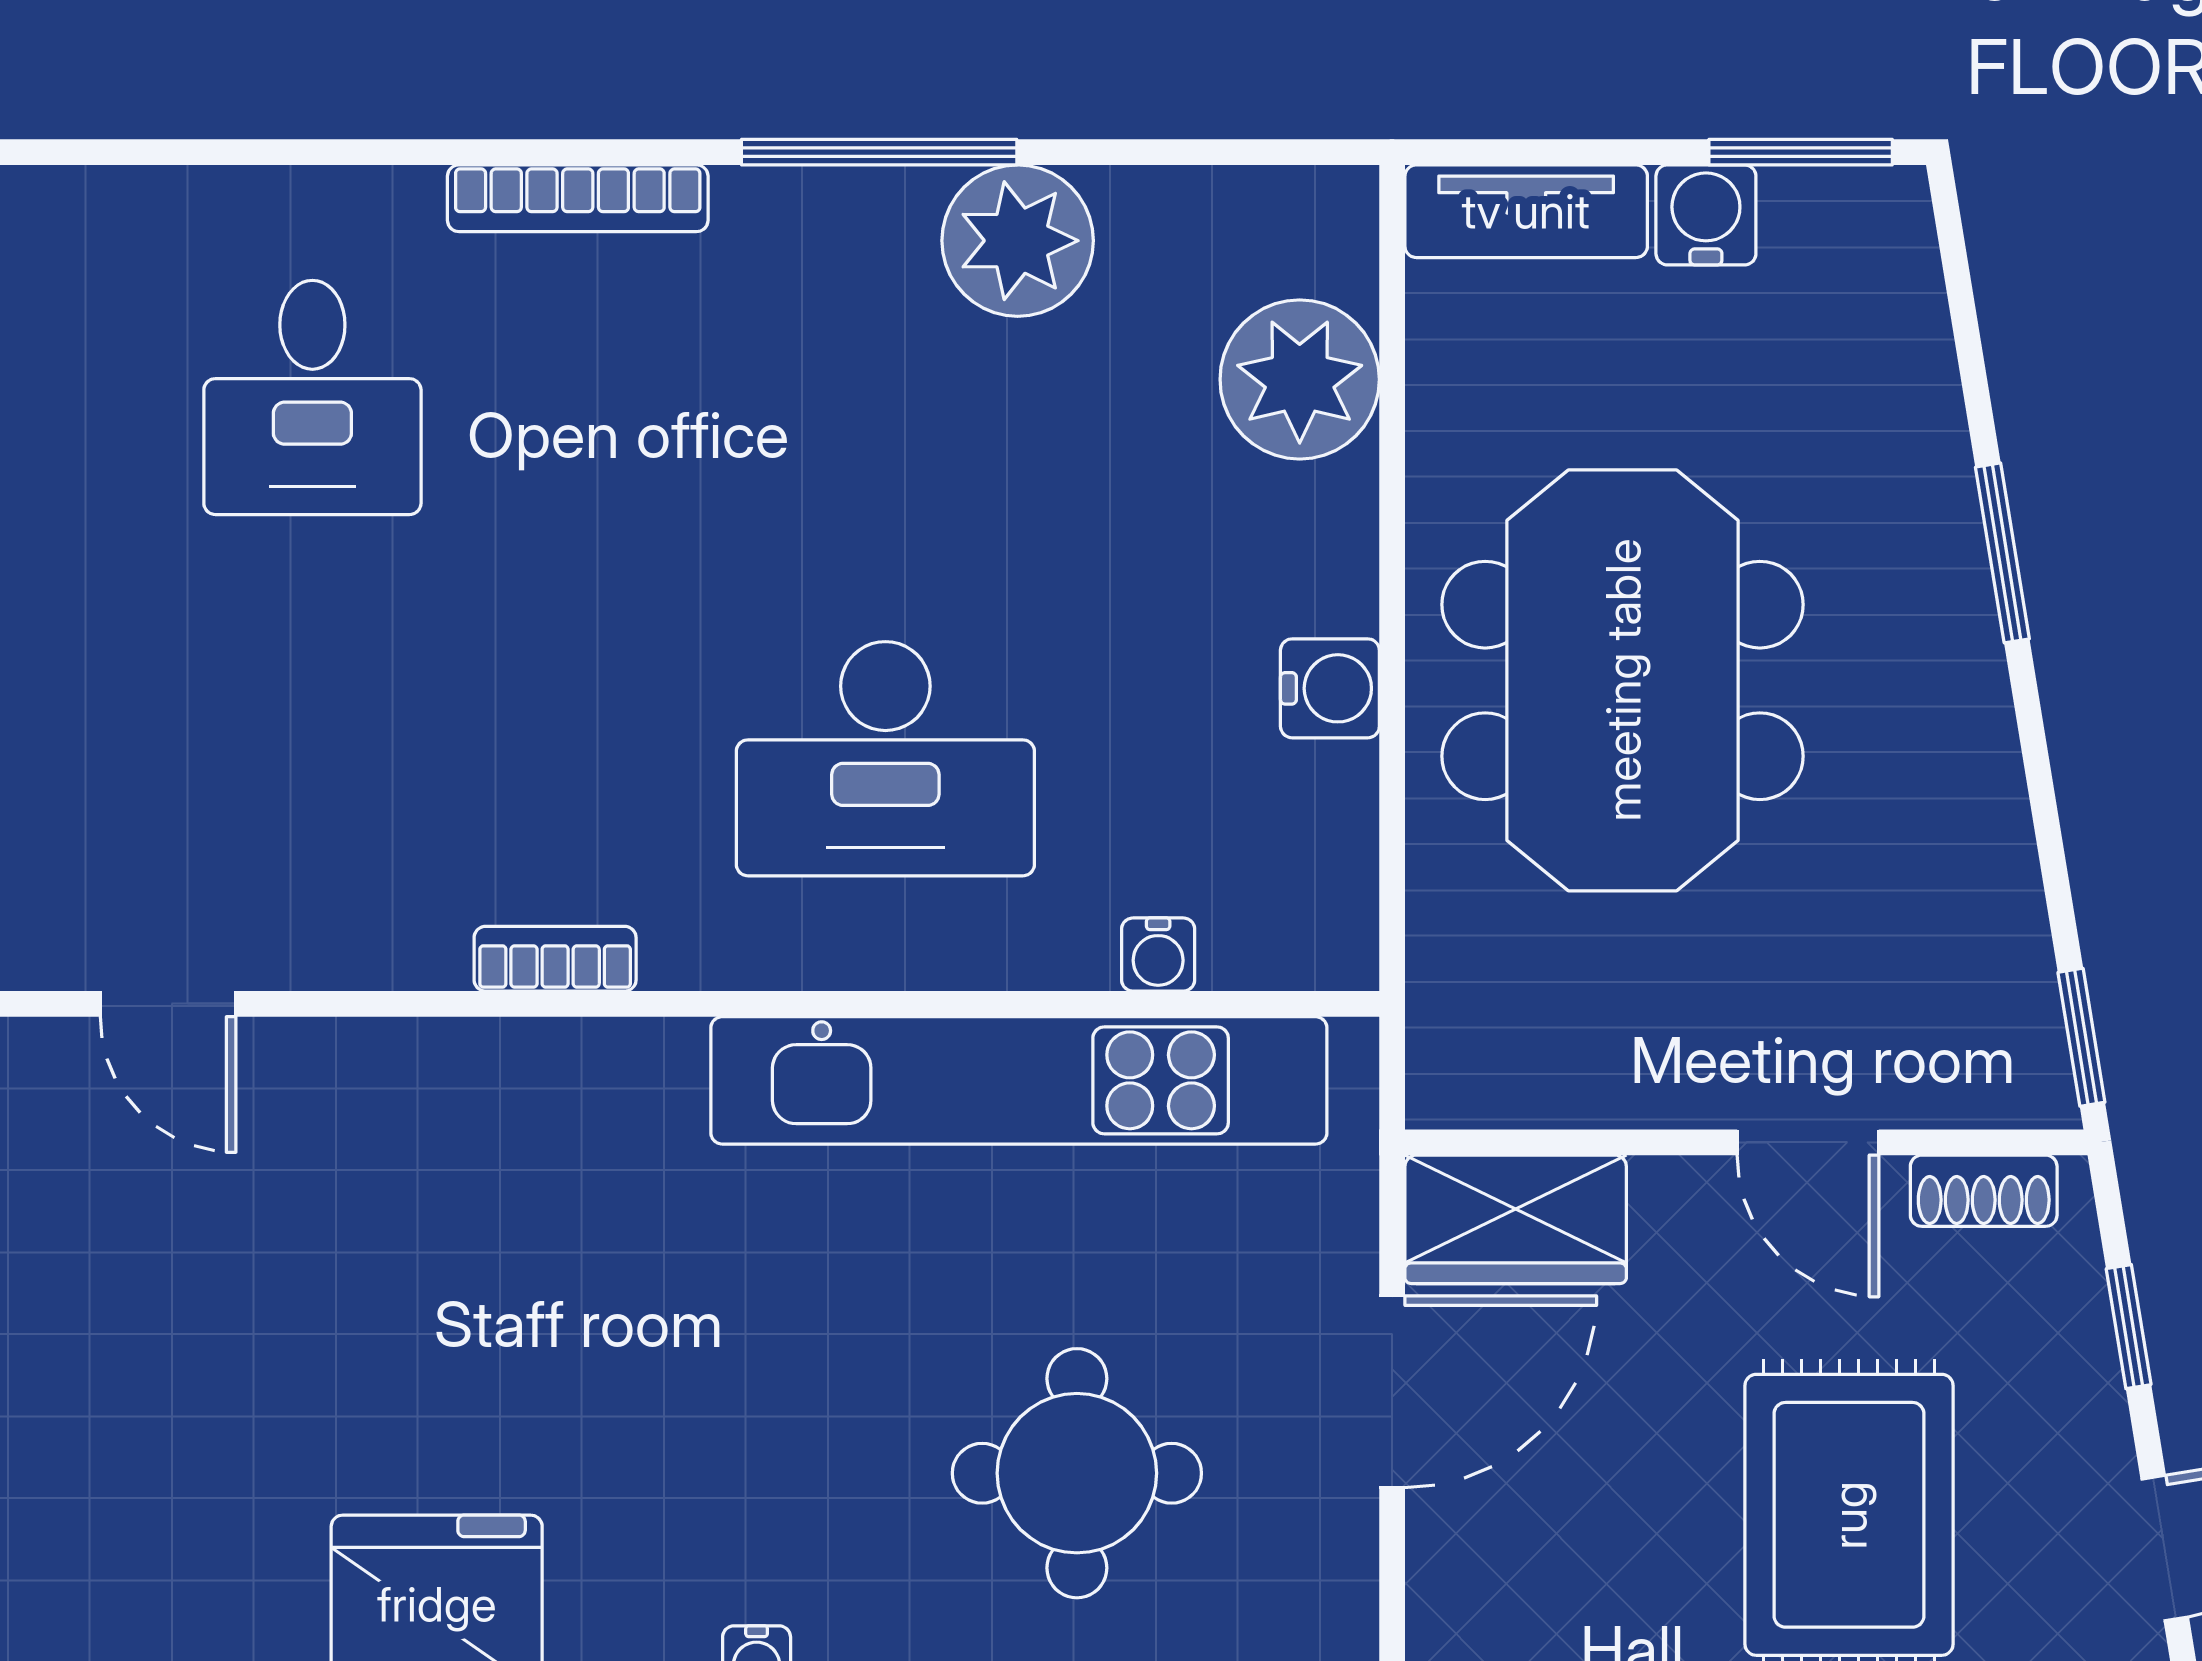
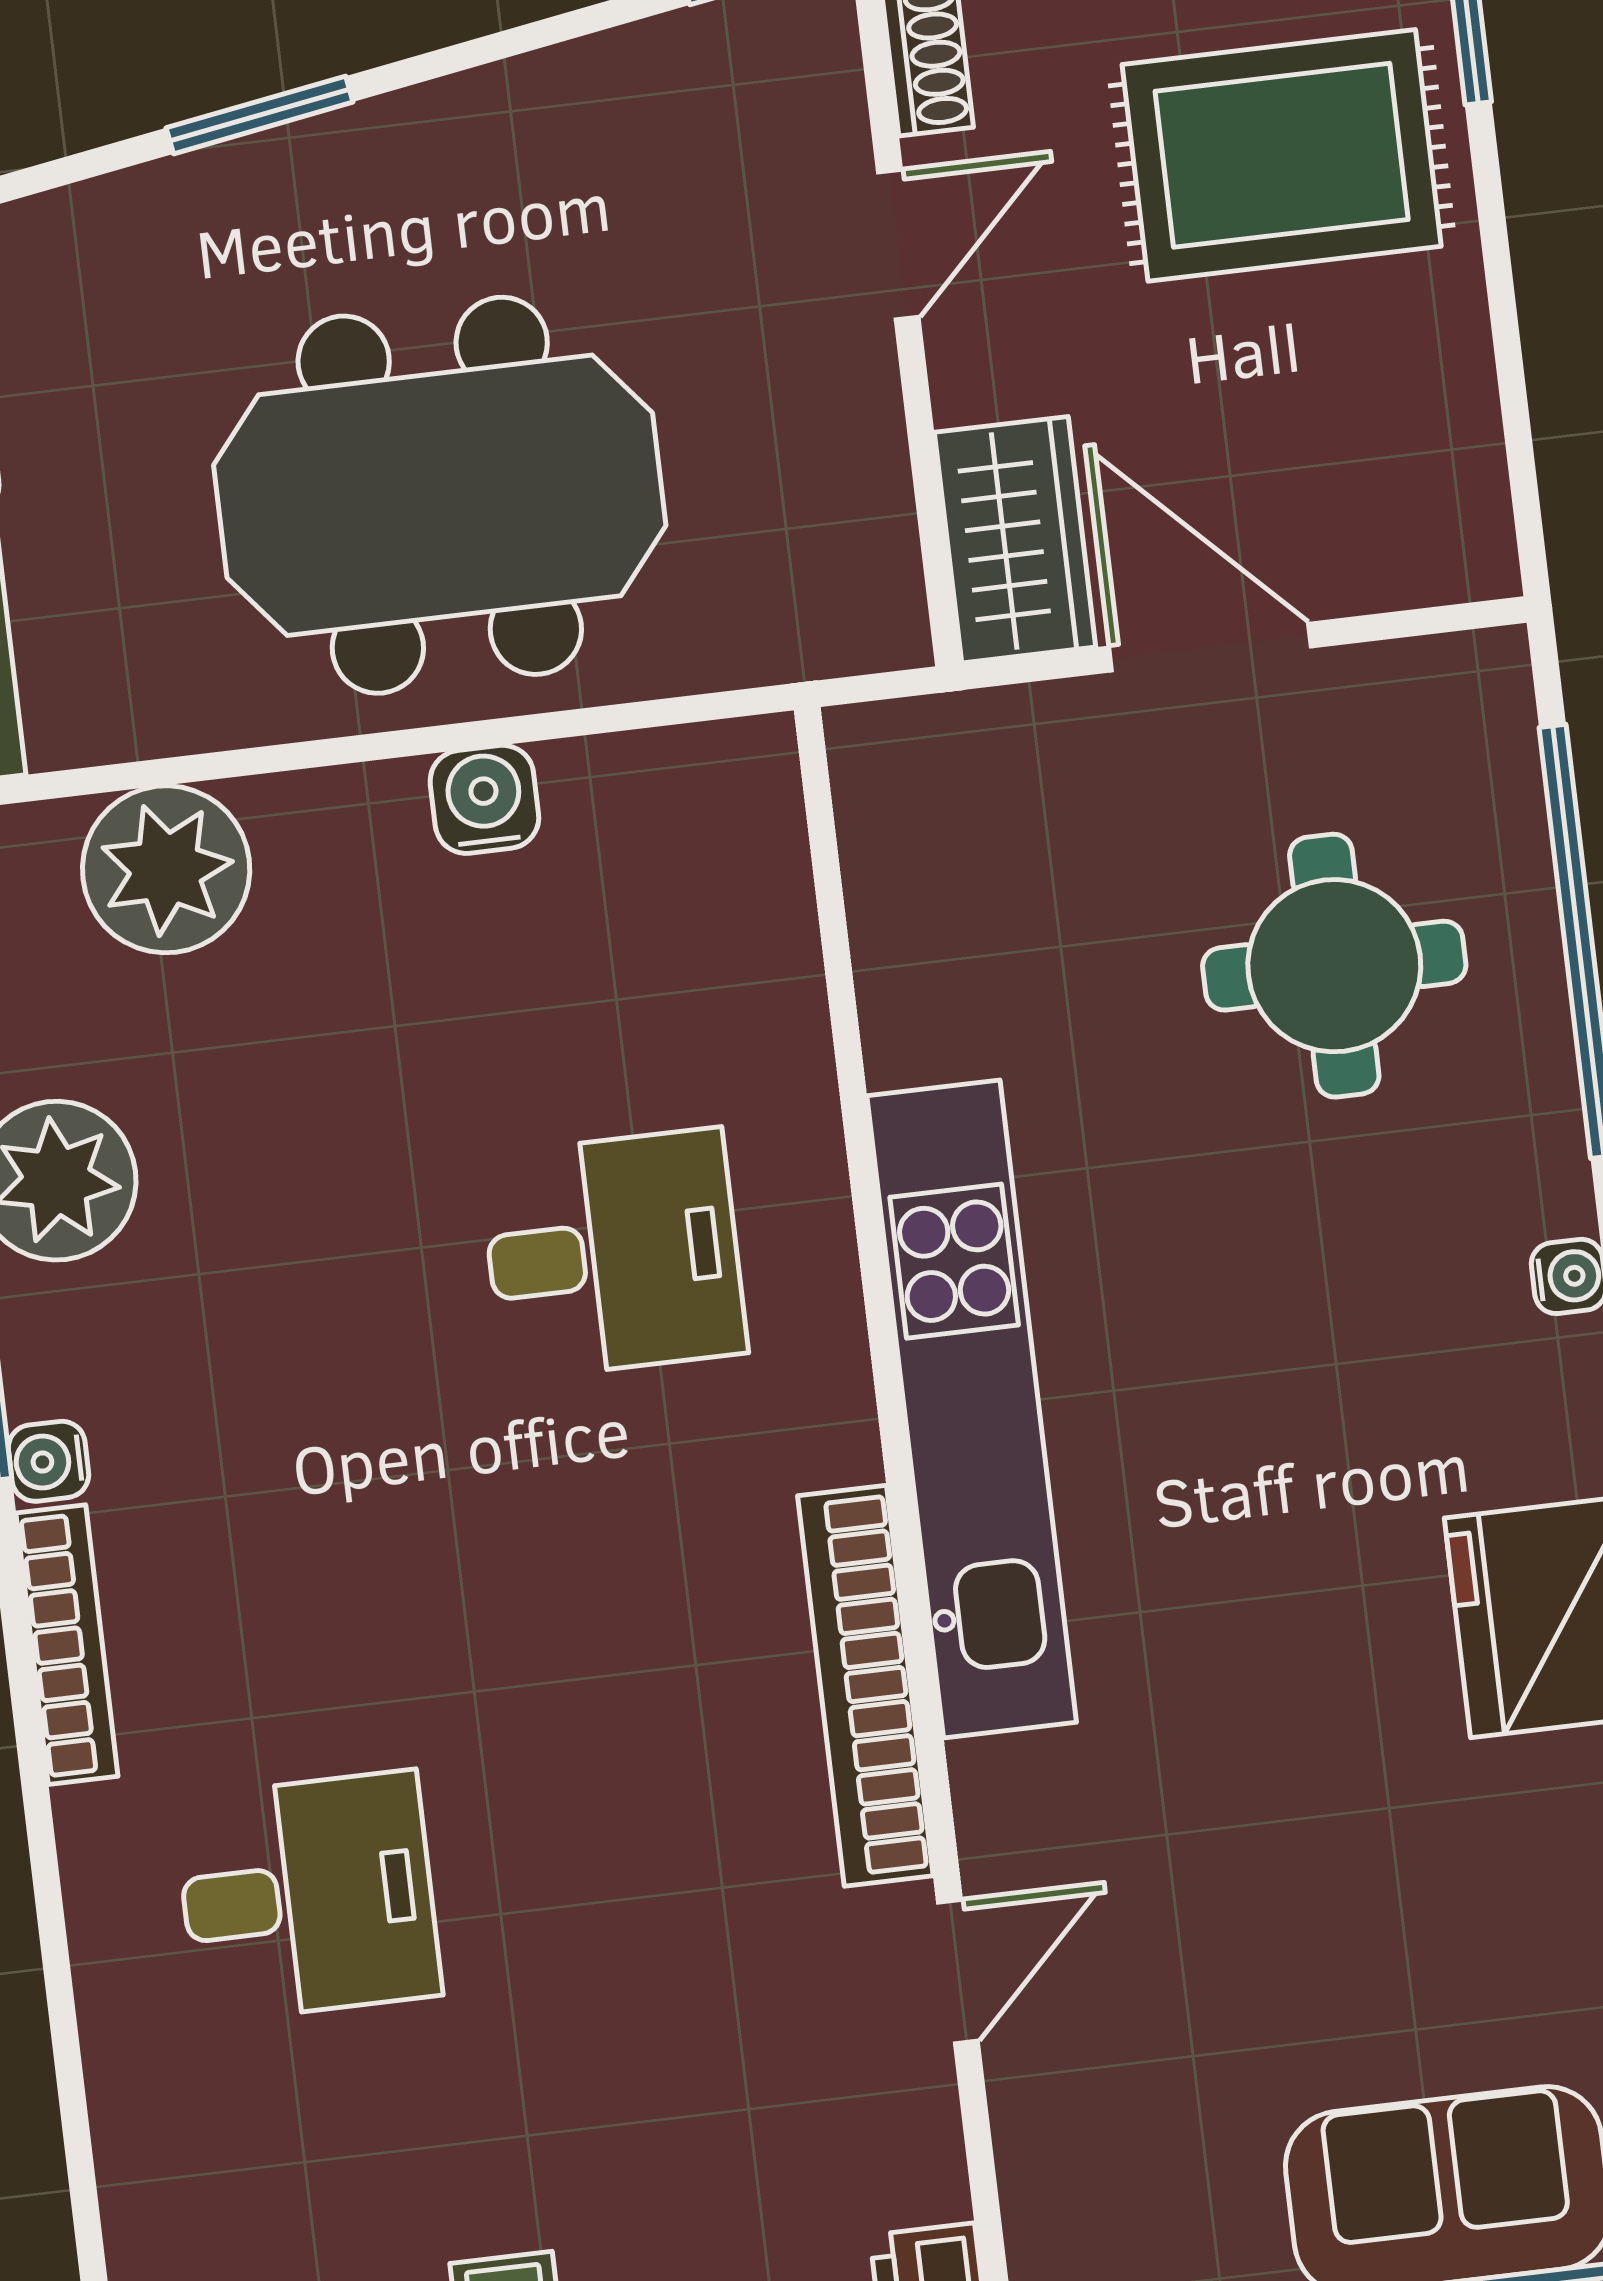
desk: (885, 759) -> (613, 1254), width x0.73
water cooler: (1158, 955) -> (49, 1461), moved, turned 180
bookcase: (555, 959) -> (865, 1686), width x2.31, depth x1.31
kitchen unit: (1019, 1080) -> (972, 1409), moved

